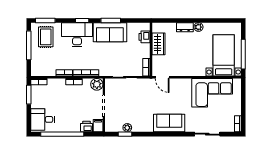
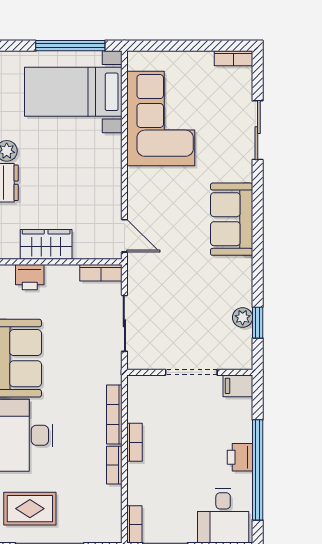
door: (162, 77) -> (124, 236), hinge flipped
plant: (97, 84) -> (141, 389), removed
printer: (87, 127) -> (240, 457), moved

